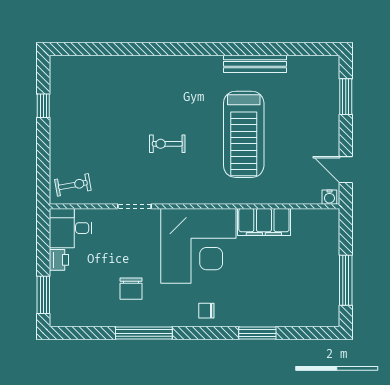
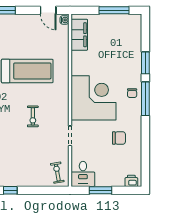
door: (346, 170) -> (48, 10), hinge flipped
filing cabinet: (264, 222) -> (79, 35), moved
printer: (59, 260) -> (131, 181), moved
window: (43, 295) -> (100, 190), moved
window: (144, 333) -> (145, 99), moved

